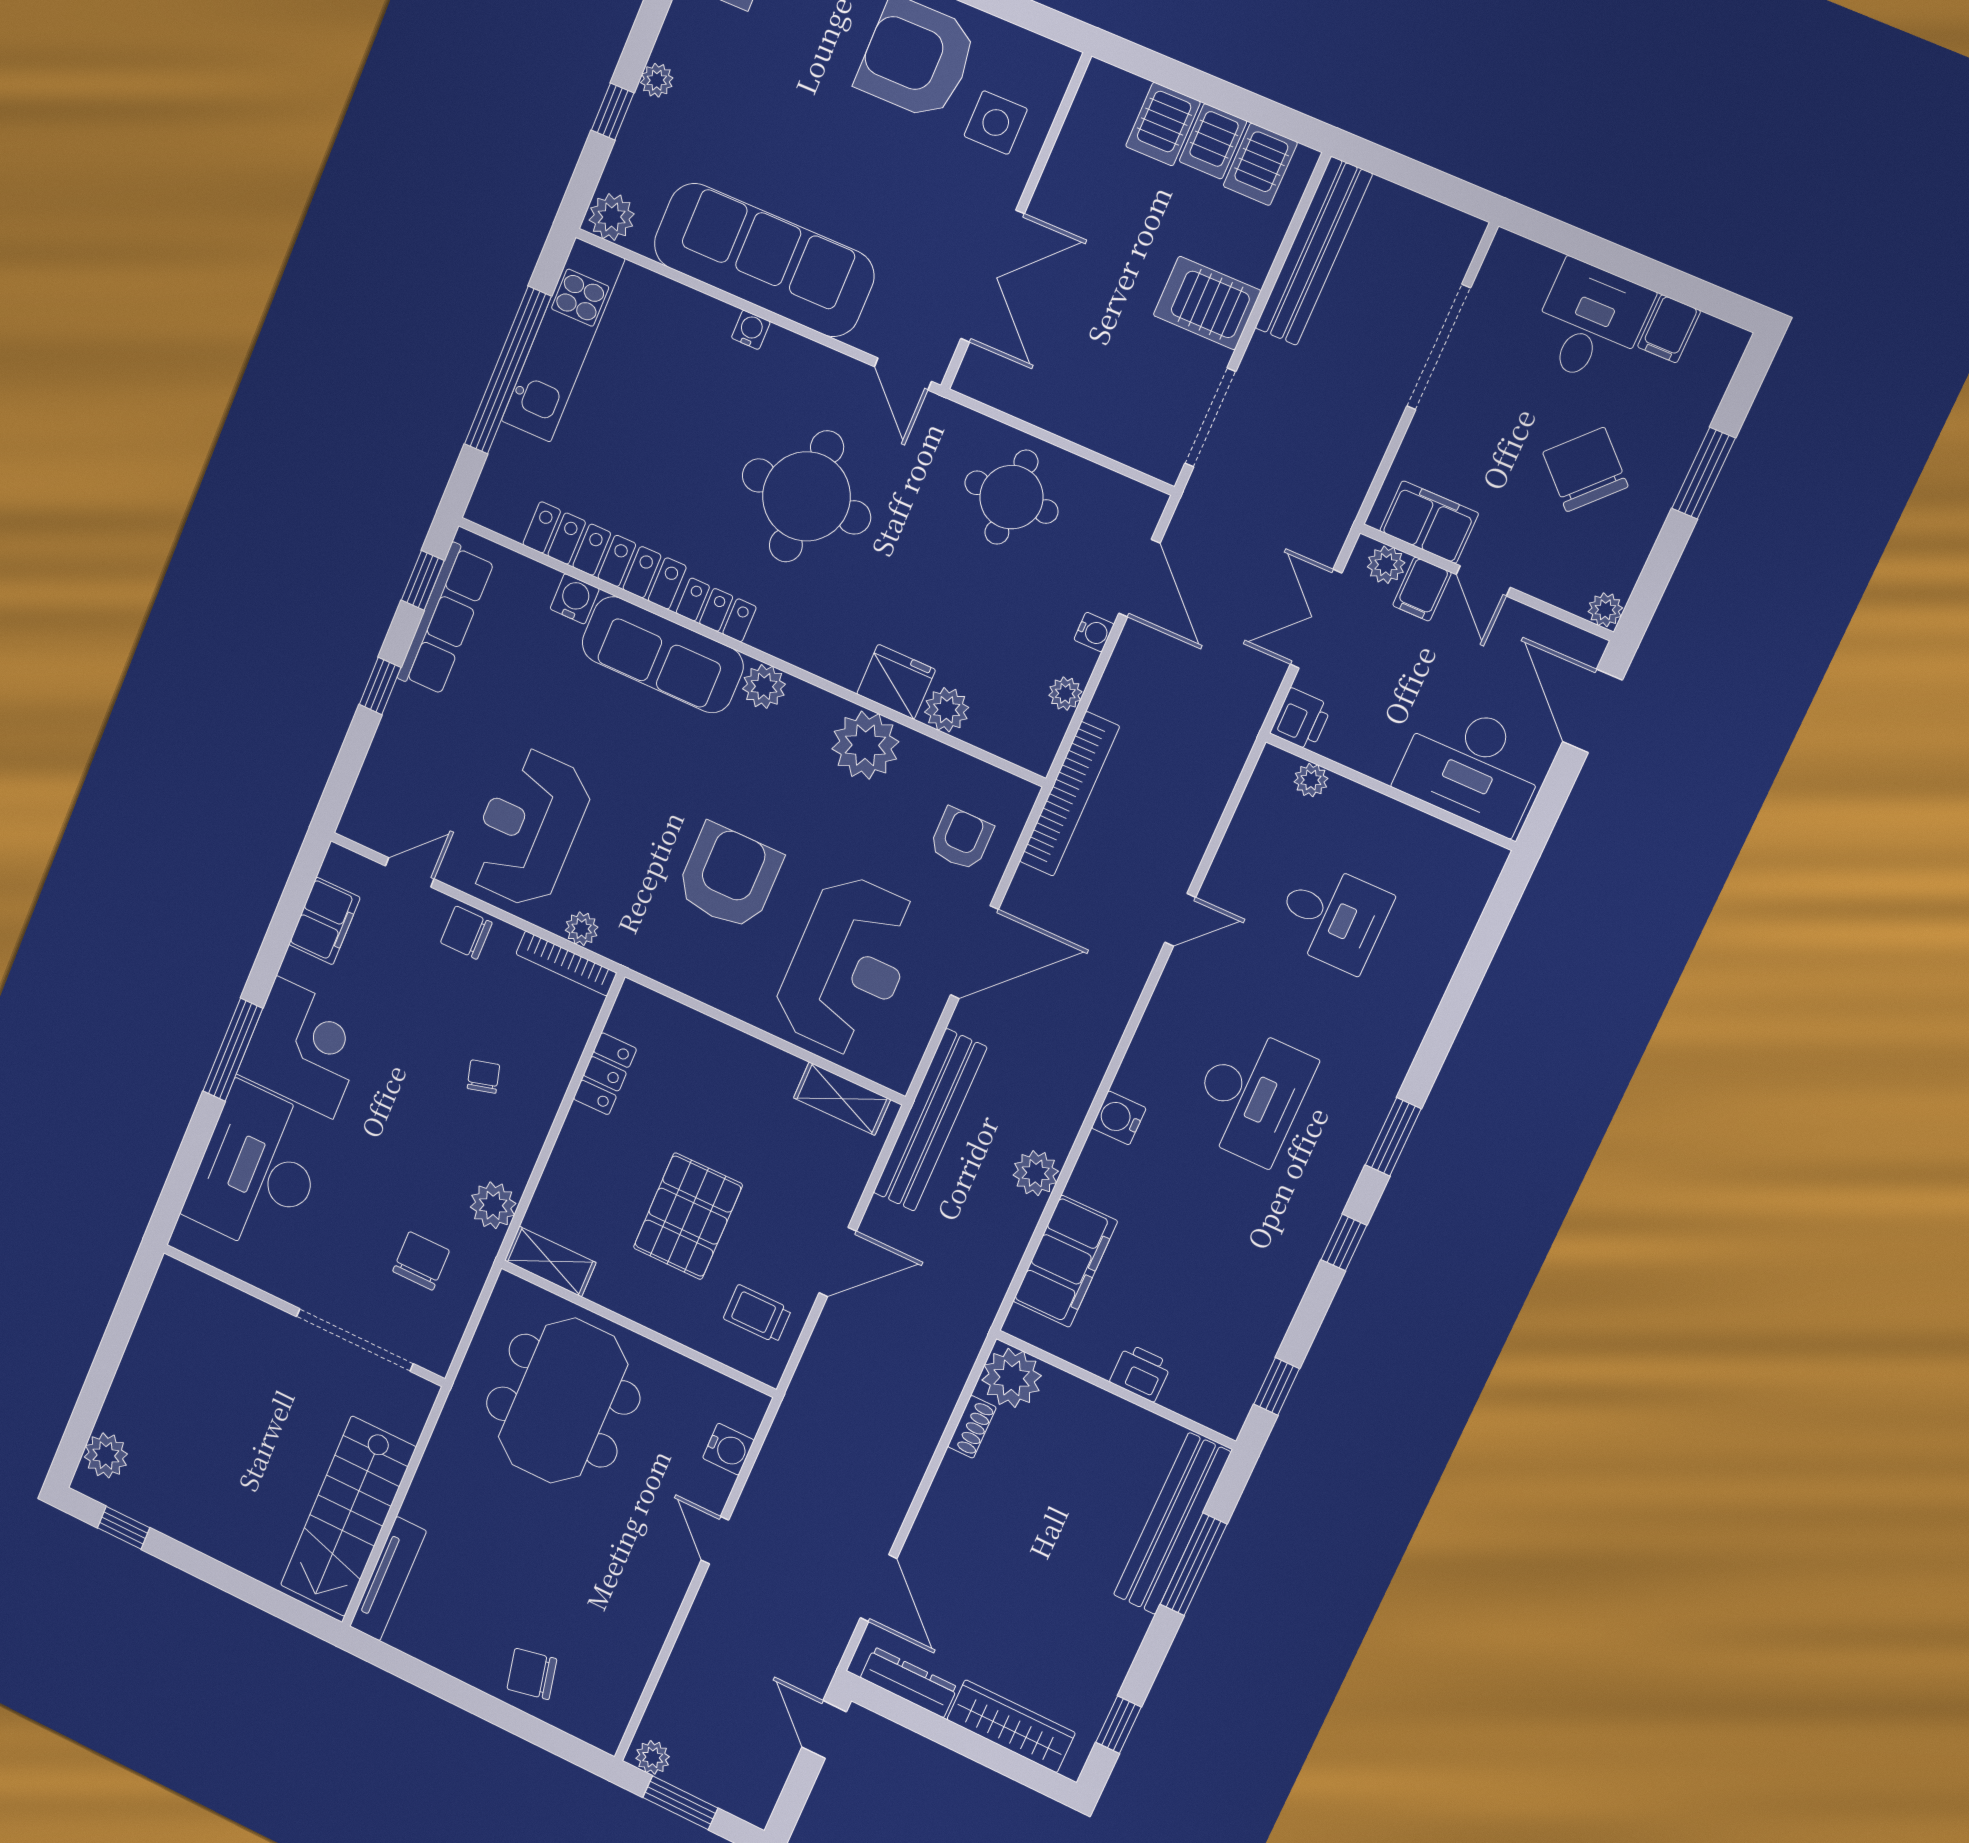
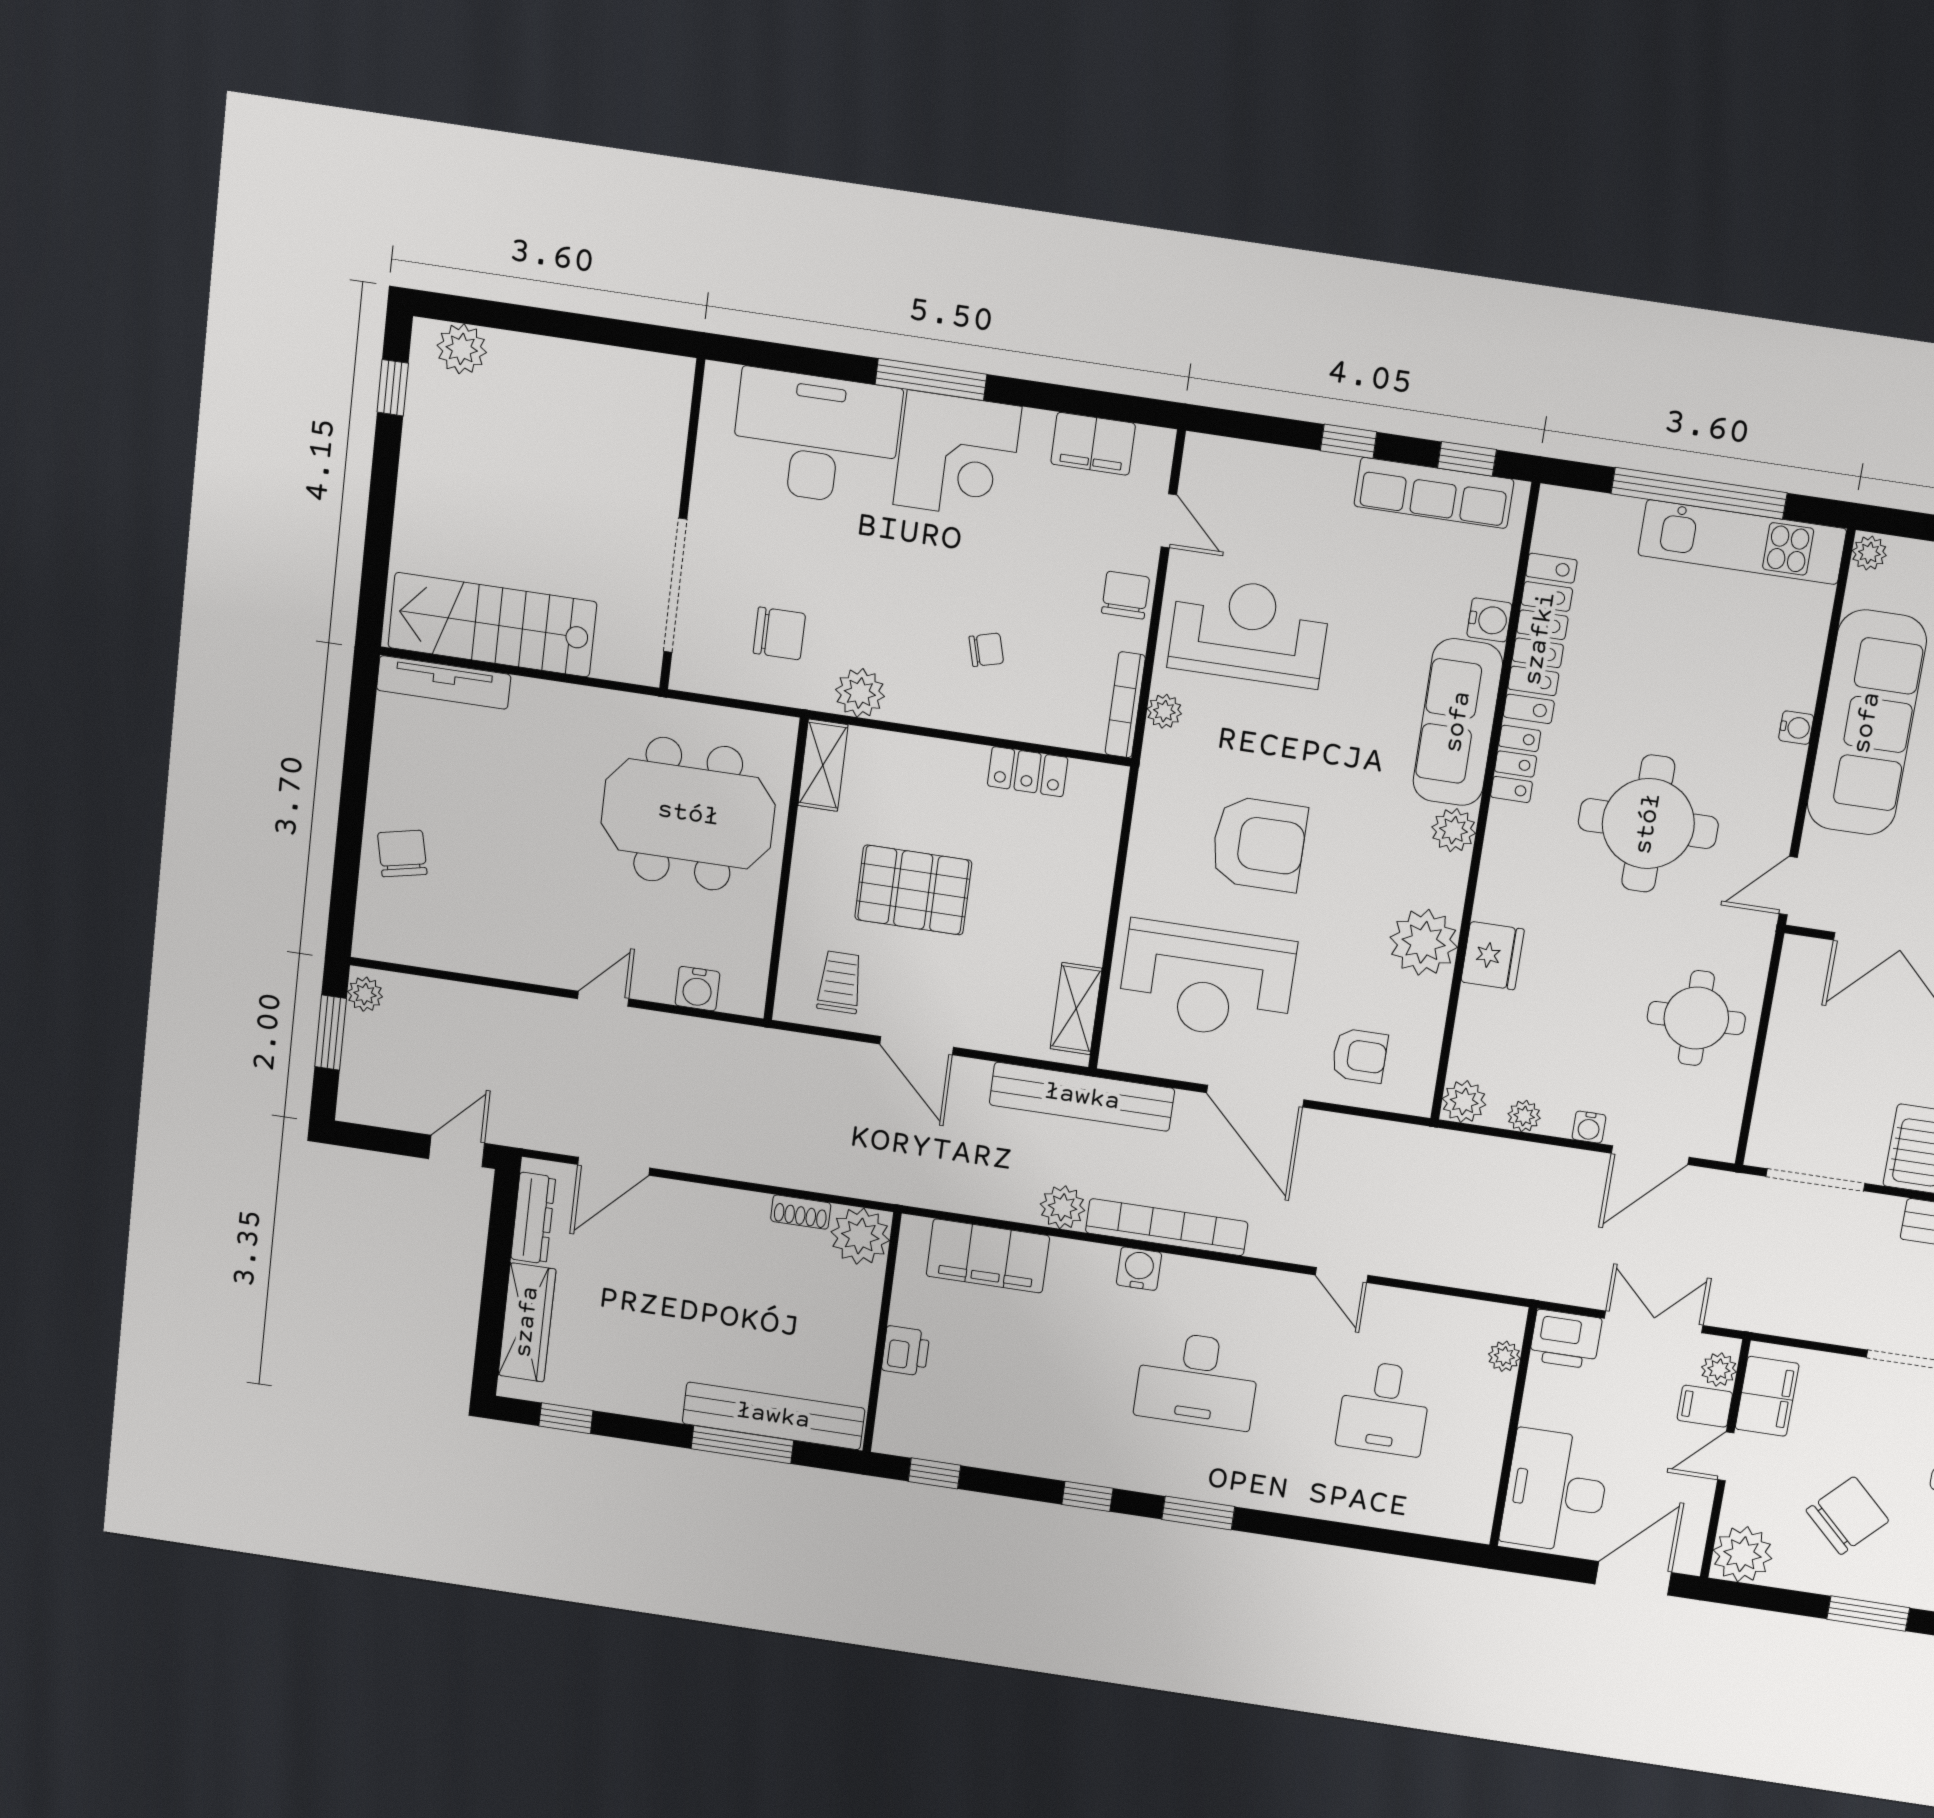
plant: (612, 217) -> (1869, 553), width x0.73, depth x0.73
plant: (1605, 610) -> (1743, 1554), width x1.88, depth x1.88
plant: (947, 710) -> (1464, 1102), moved
printer: (1301, 719) -> (1566, 1339), width x1.36, depth x1.24
bookcase: (1069, 794) -> (1167, 1227), moved, turned 180

